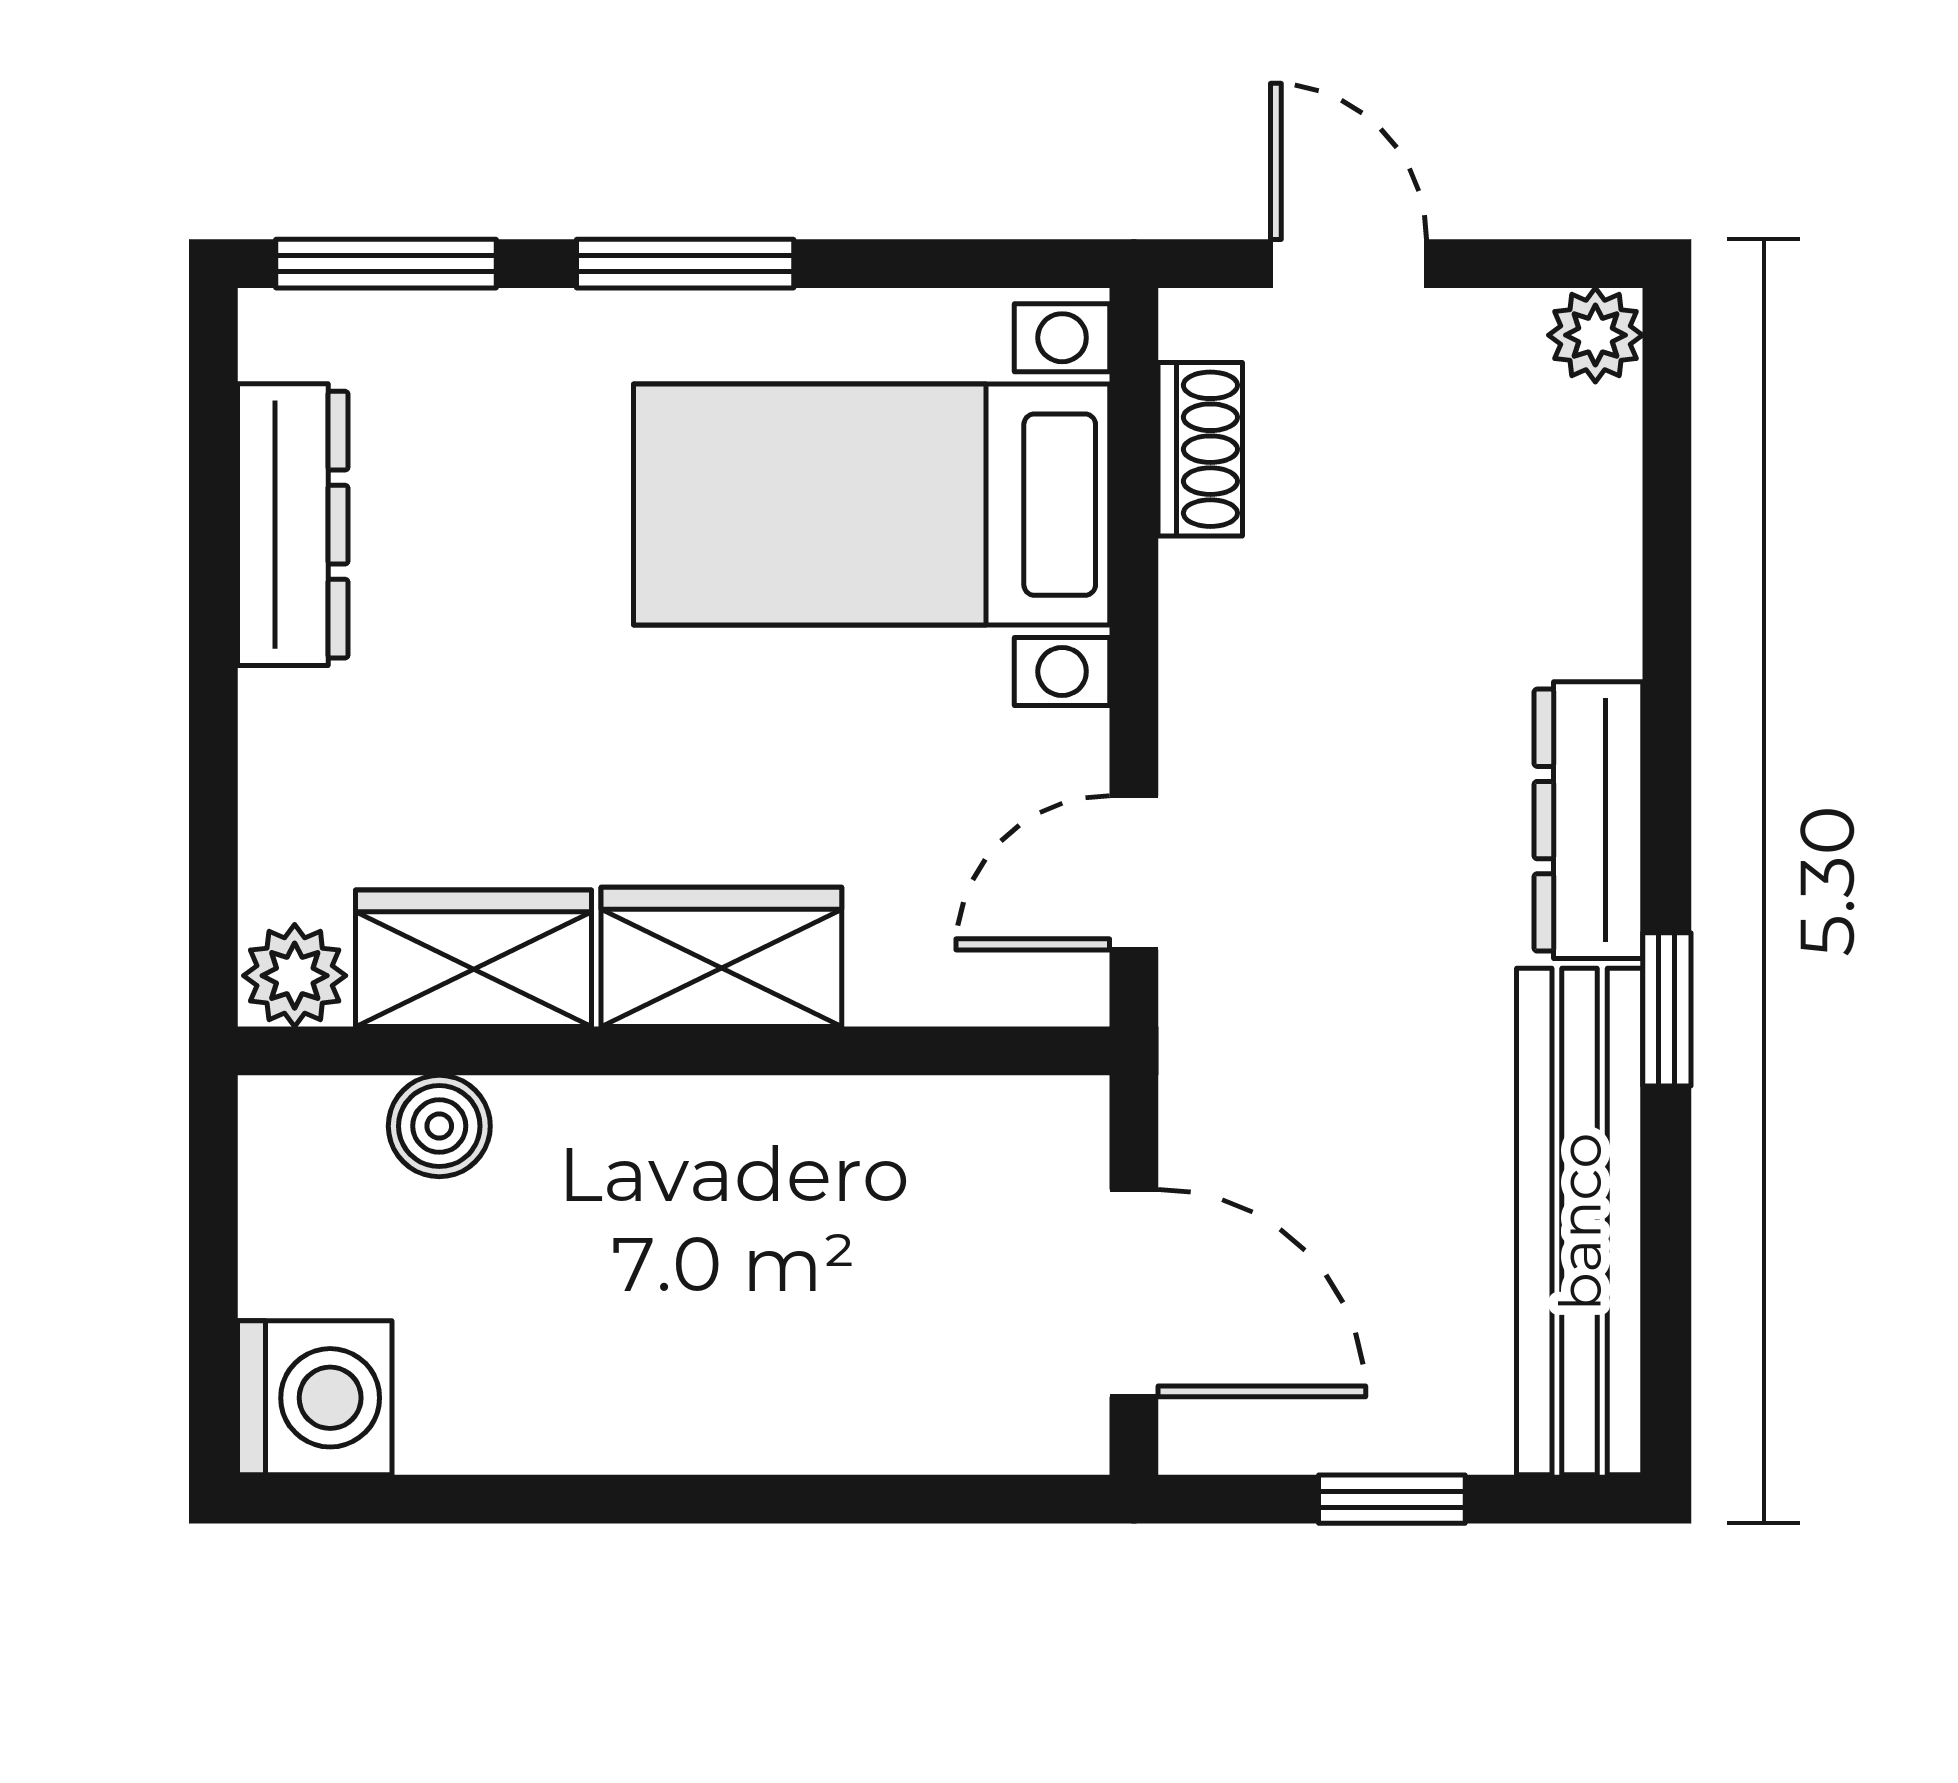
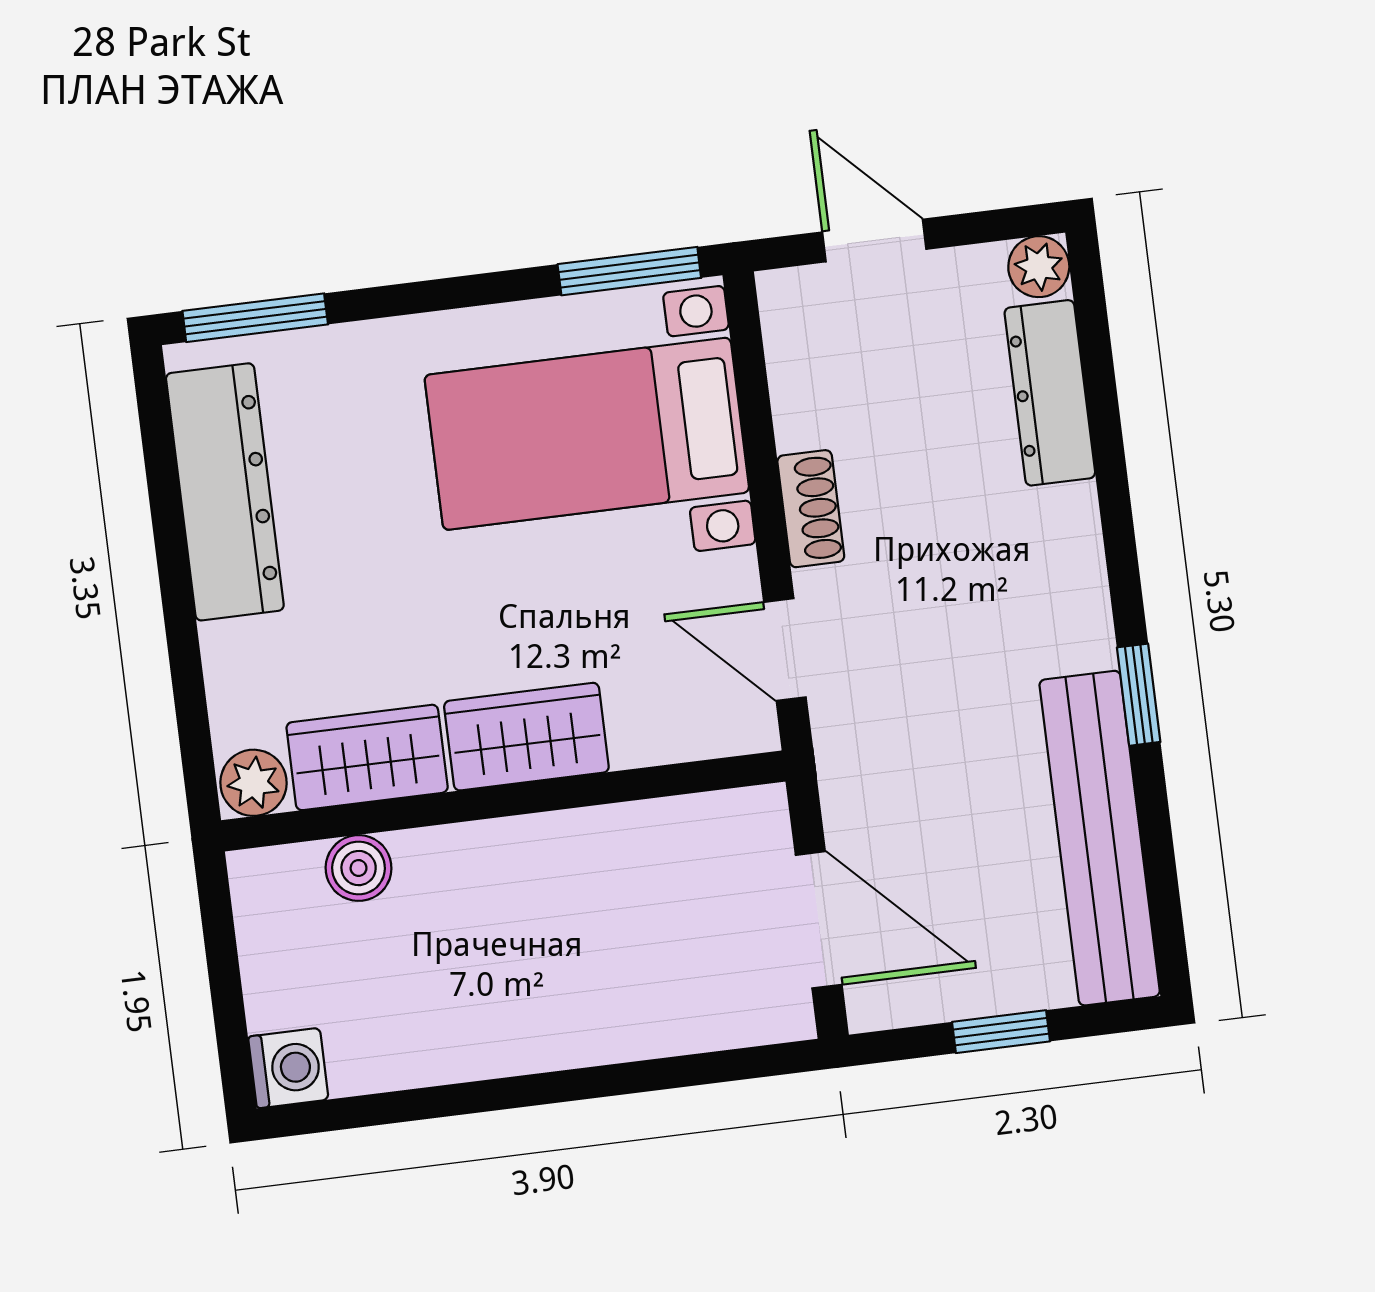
window: (685, 264) -> (629, 271), moved
shoe rack: (1200, 449) -> (811, 509), moved
dresser: (293, 525) -> (225, 492), width x1.37, depth x1.24
dresser: (1588, 820) -> (1050, 393), moved
door: (1134, 873) -> (785, 650), hinge flipped
washing machine: (315, 1398) -> (288, 1068), width x0.73, depth x0.73

